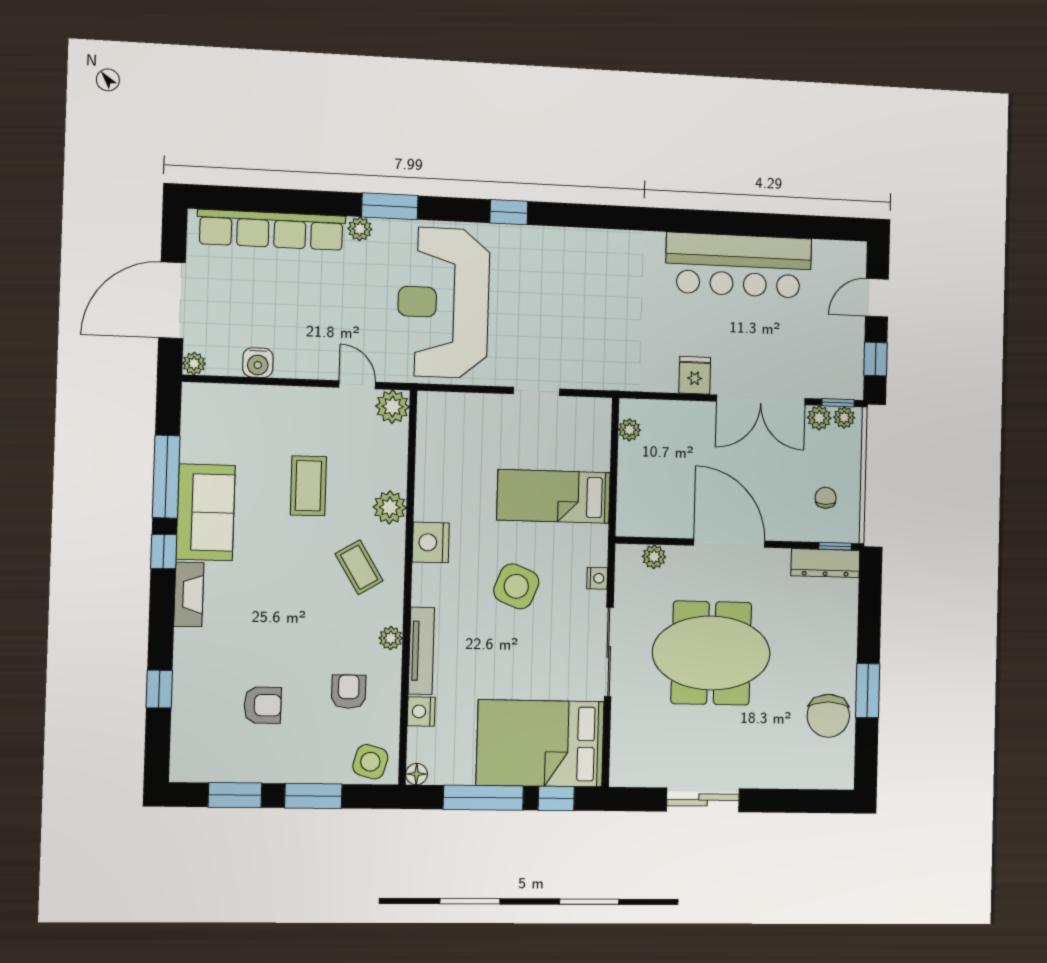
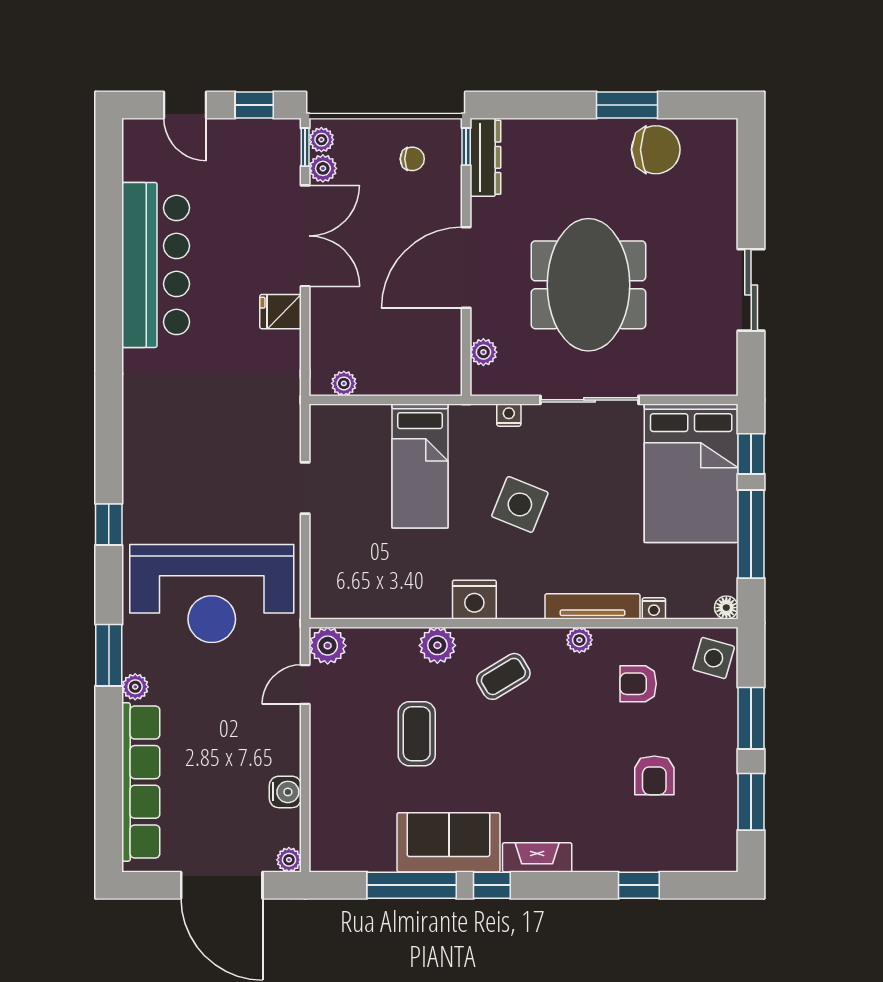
coffee table: (308, 486) -> (417, 734), turned 90
chair: (826, 498) -> (412, 159), turned 180
armchair: (263, 705) -> (654, 775), turned 180
nightstand: (421, 711) -> (654, 608), width x0.72, depth x0.74

